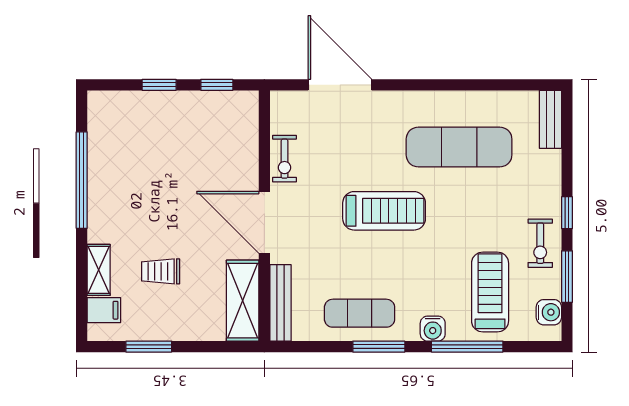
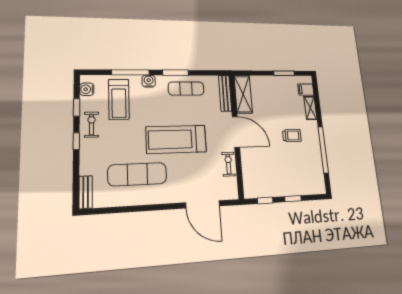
treadmill: (384, 211) -> (176, 139), width x1.37, depth x1.38
trolley: (161, 271) -> (292, 136), moved
window: (567, 277) -> (77, 108), width x0.67

